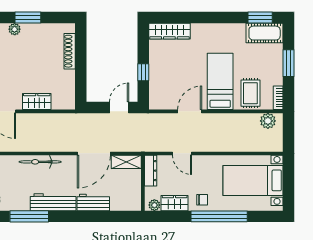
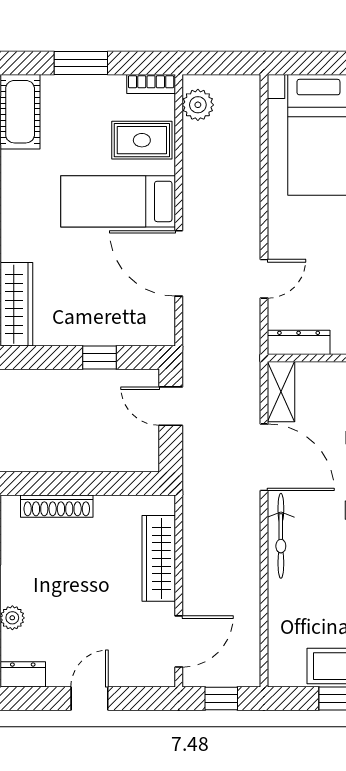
wardrobe: (37, 101) -> (159, 558), width x1.50
door: (190, 111) -> (179, 263), width x1.36
bicycle: (40, 162) -> (281, 536), moved

